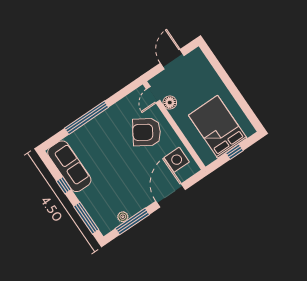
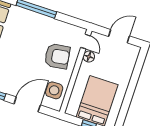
door: (153, 95) -> (86, 42), swing flipped
armchair: (147, 132) -> (57, 56), turned 140

